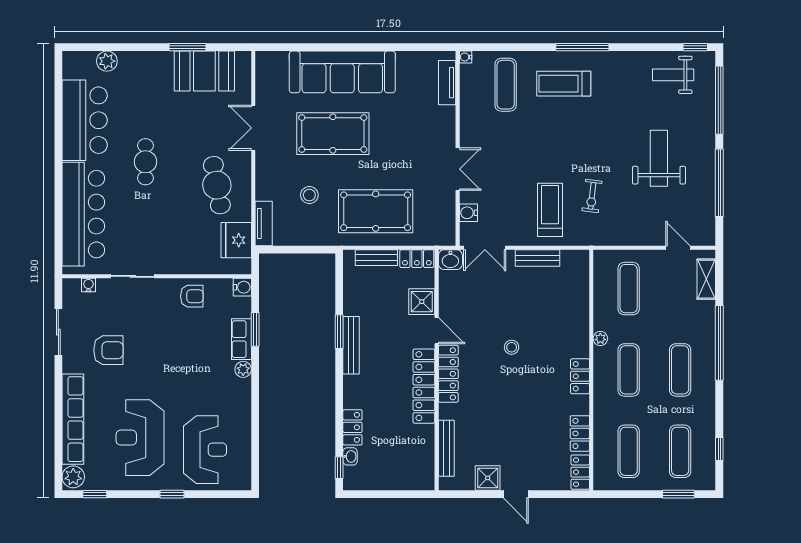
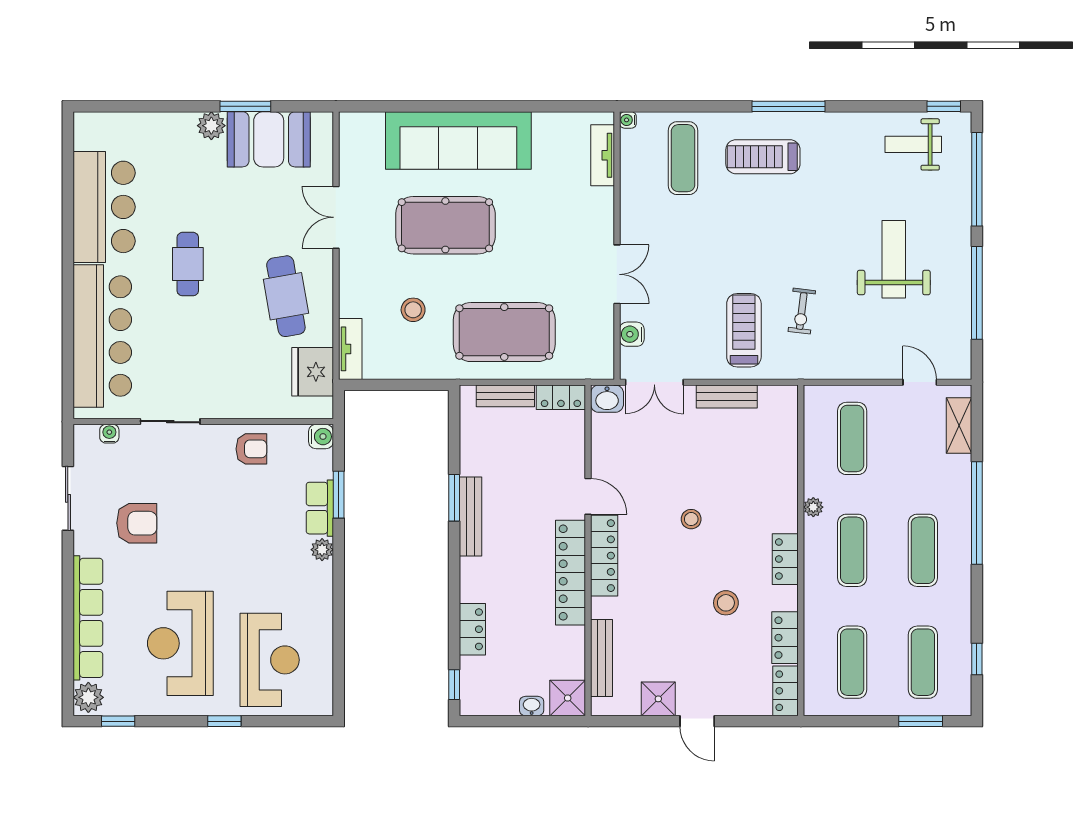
plant: (107, 61) -> (211, 126), moved
shower: (422, 302) -> (568, 698), moved
stool: (537, 408) -> (726, 603), added
washbasin: (350, 456) -> (532, 706), moved, turned -90

